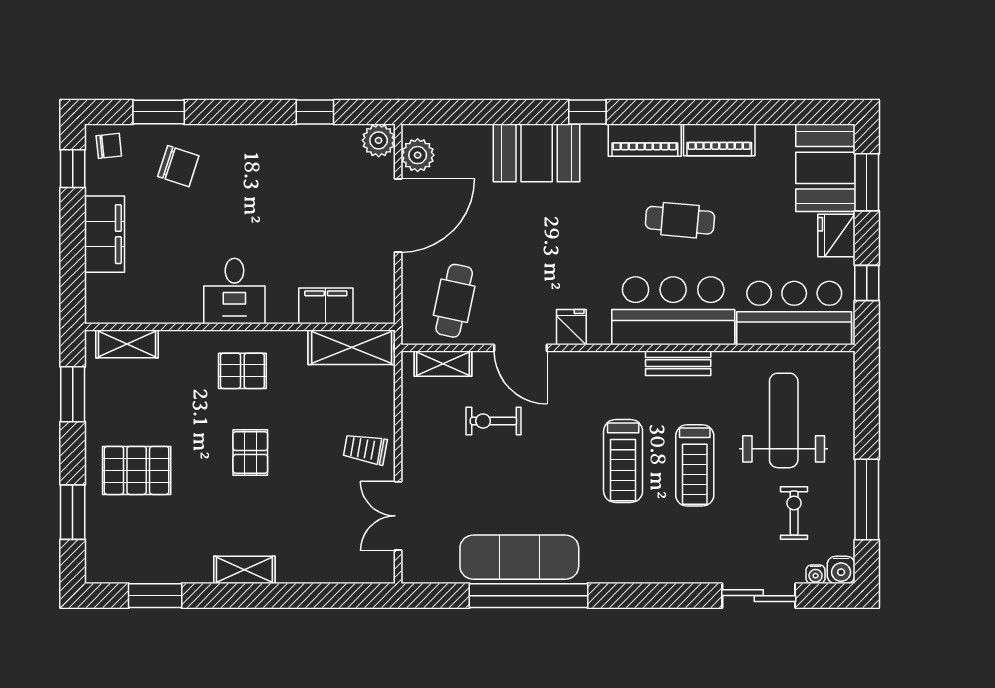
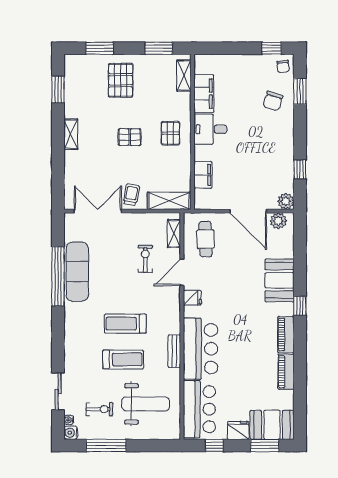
cafe table: (680, 220) -> (246, 352), removed
filing cabinet: (104, 234) -> (204, 94), moved, turned -90
cafe table: (454, 301) -> (206, 239), turned 76
shelving: (352, 347) -> (169, 201), moved, turned 90
treadmill: (695, 465) -> (123, 359), turned 180
double door: (398, 516) -> (98, 211), width x1.37

